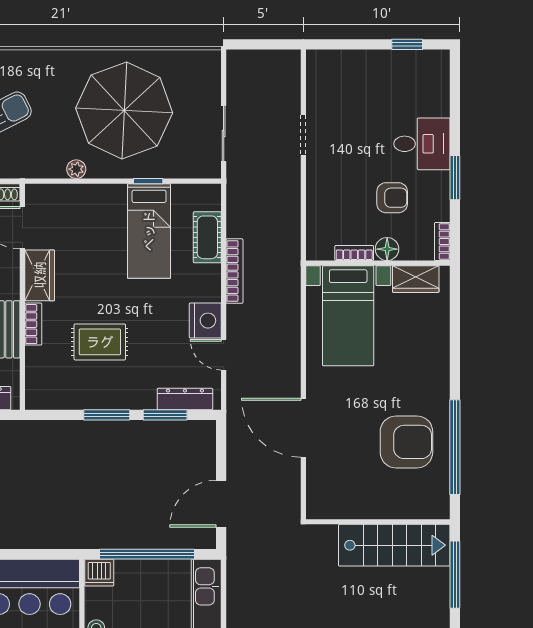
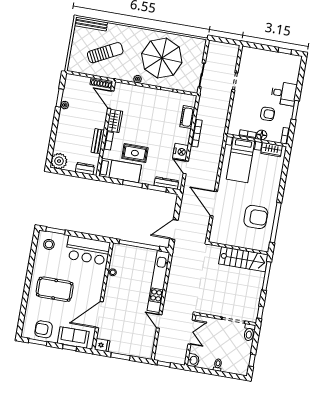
bed: (149, 231) -> (120, 171), moved, turned -90
dishwasher: (99, 573) -> (118, 249), removed

